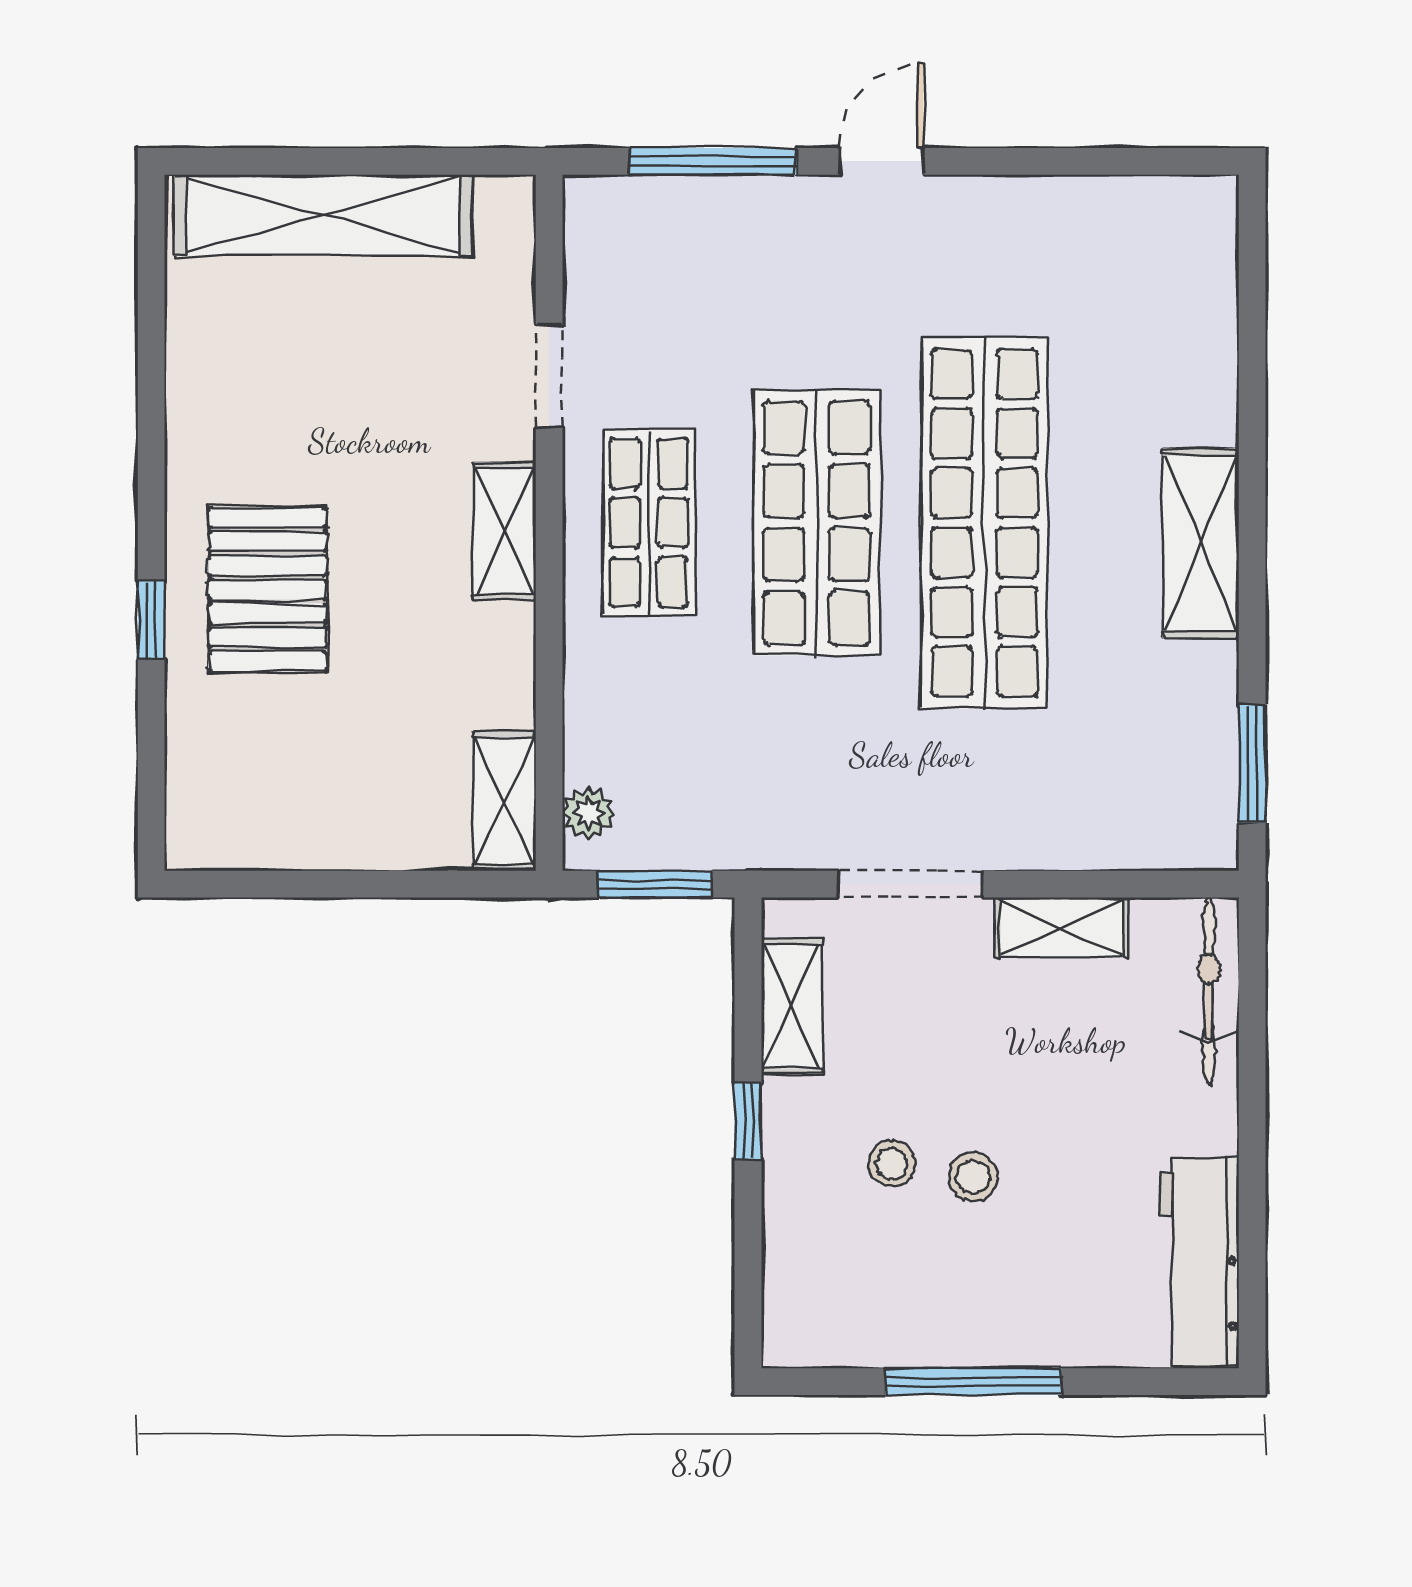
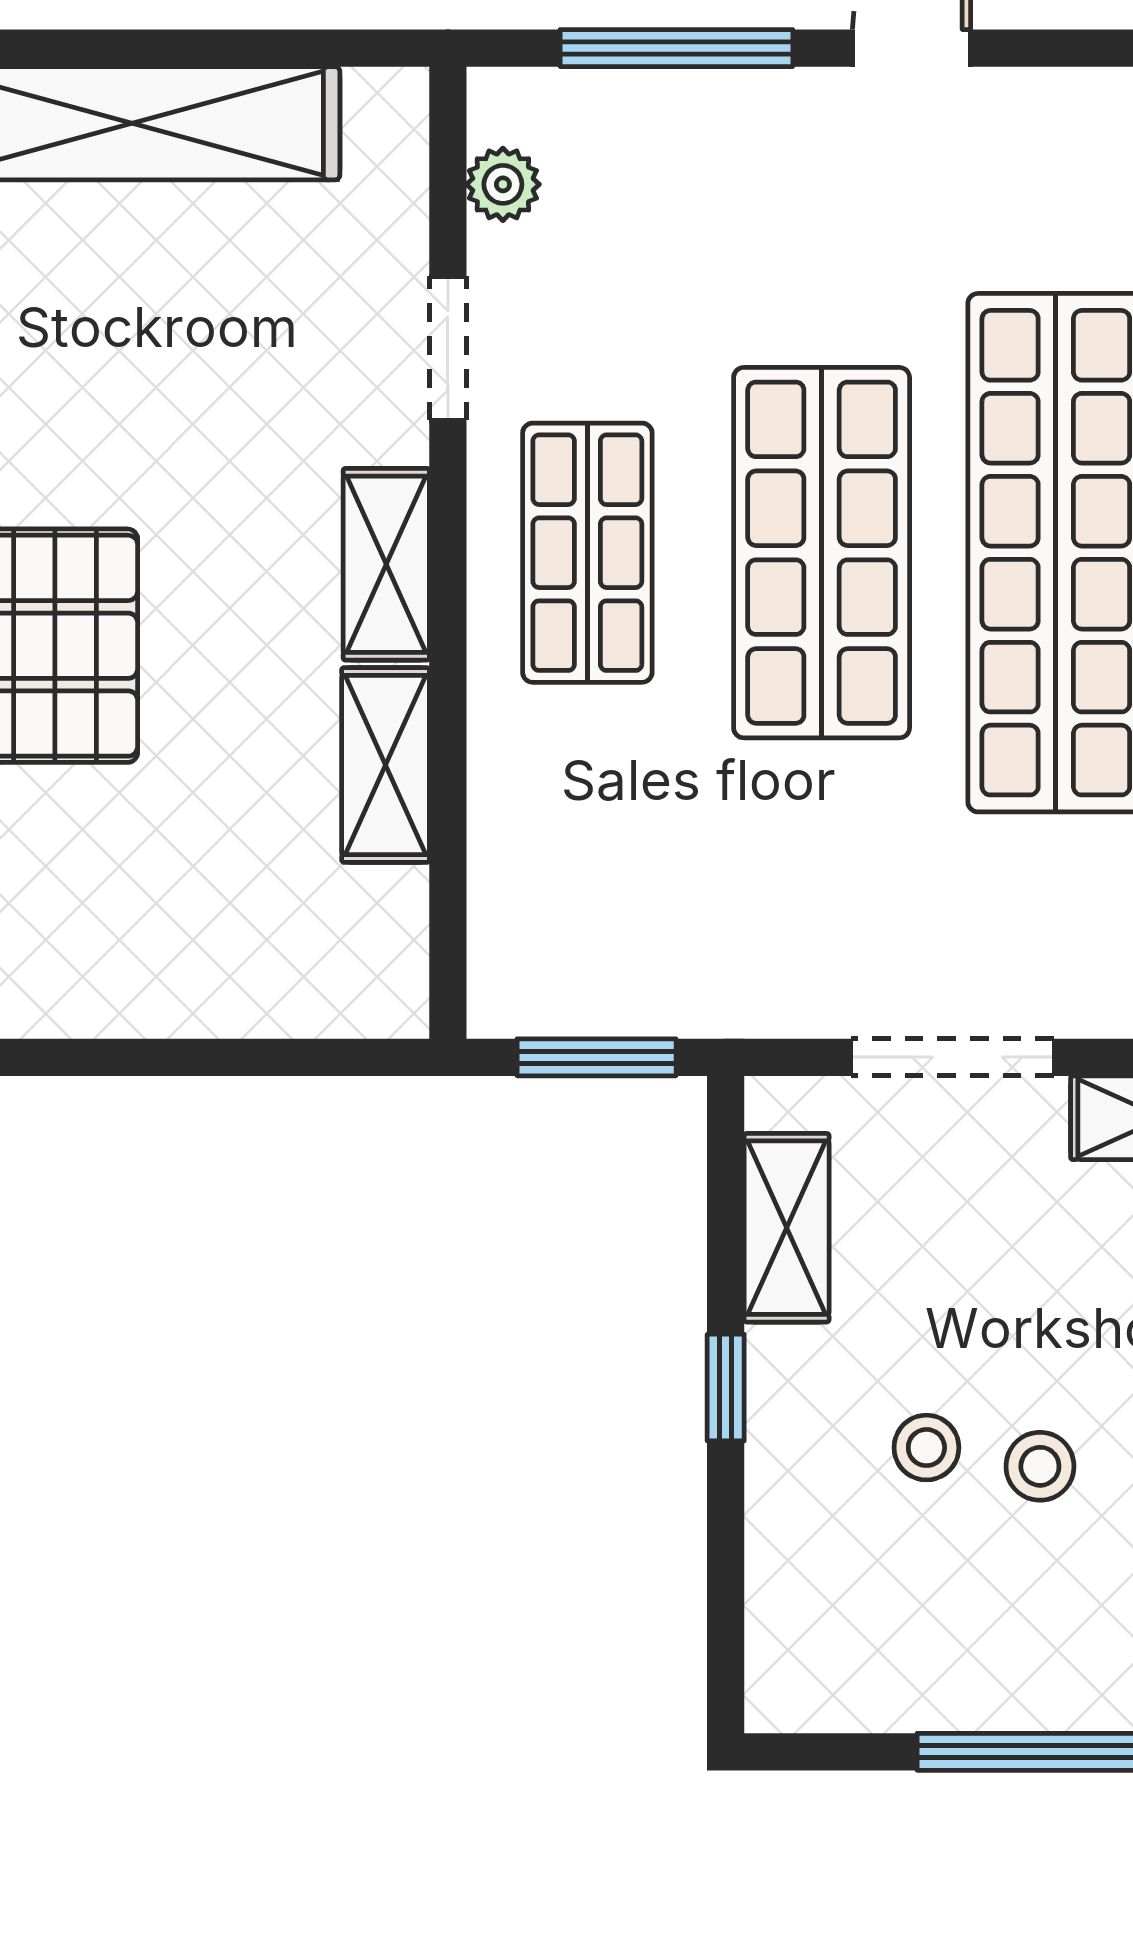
shelving: (504, 801) -> (386, 765), moved
plant: (588, 813) -> (503, 184), moved

